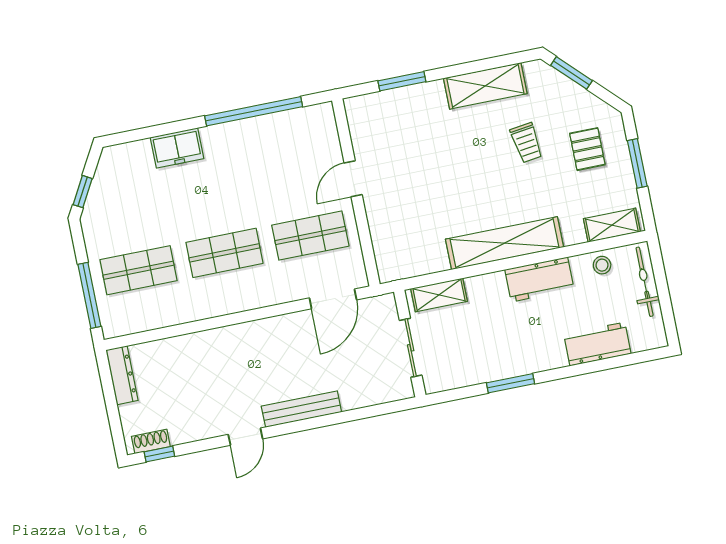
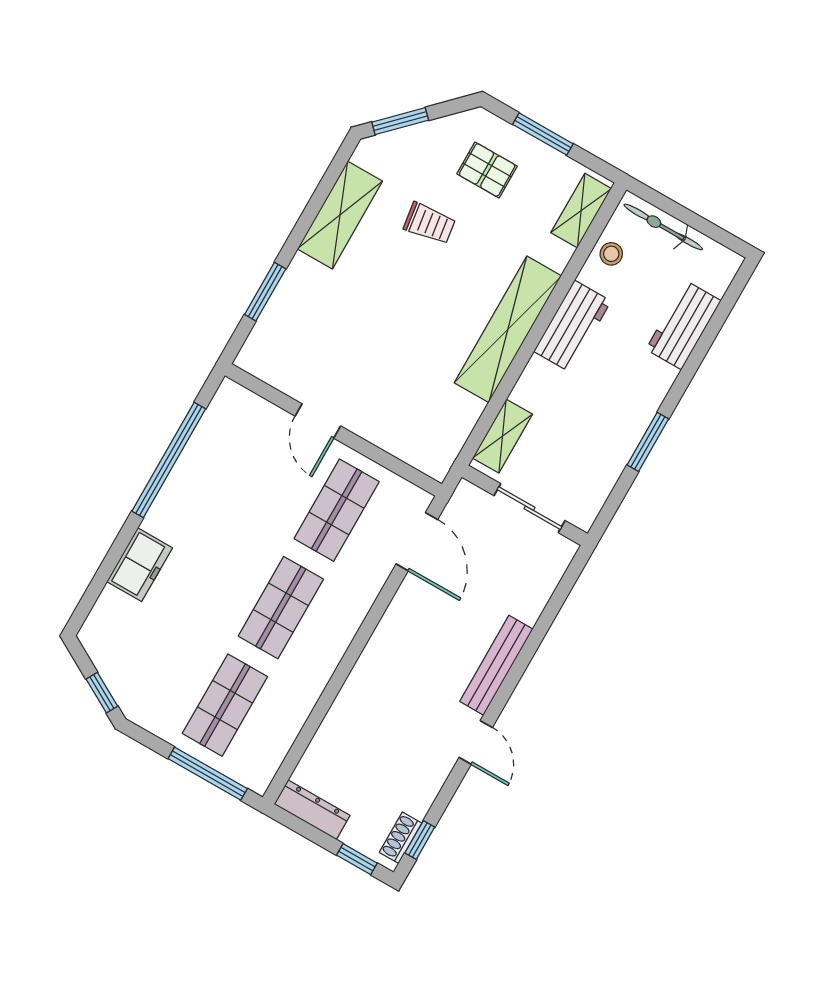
window: (116, 427) -> (357, 859), added

